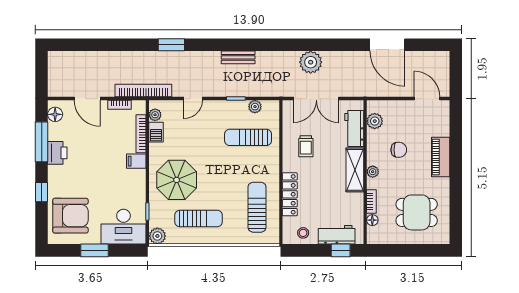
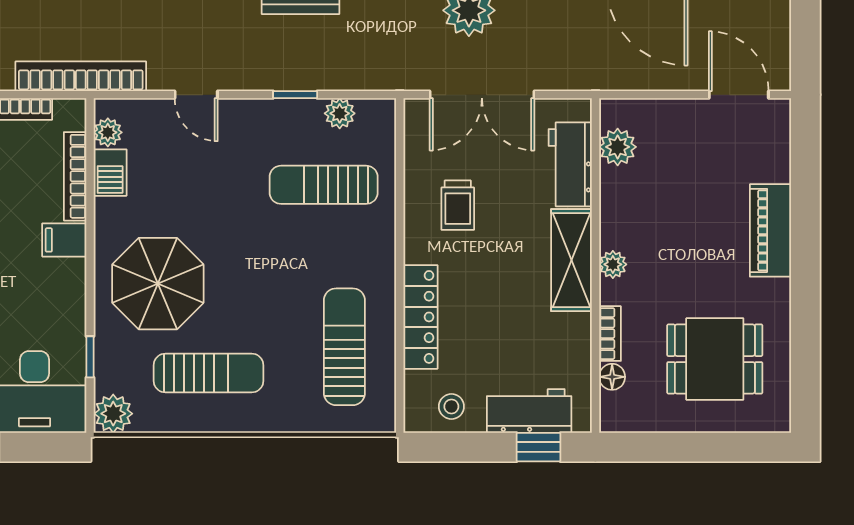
door: (193, 99) -> (196, 95), hinge flipped
chair: (399, 150) -> (673, 214), removed

